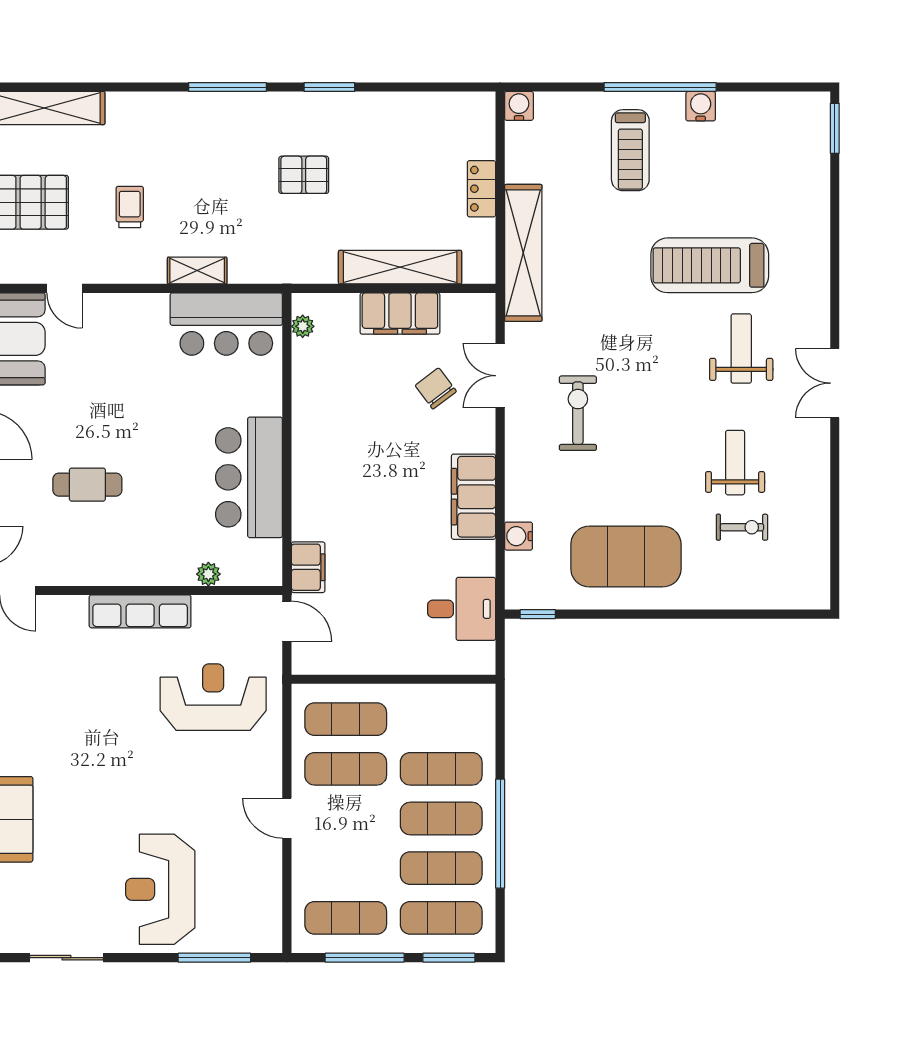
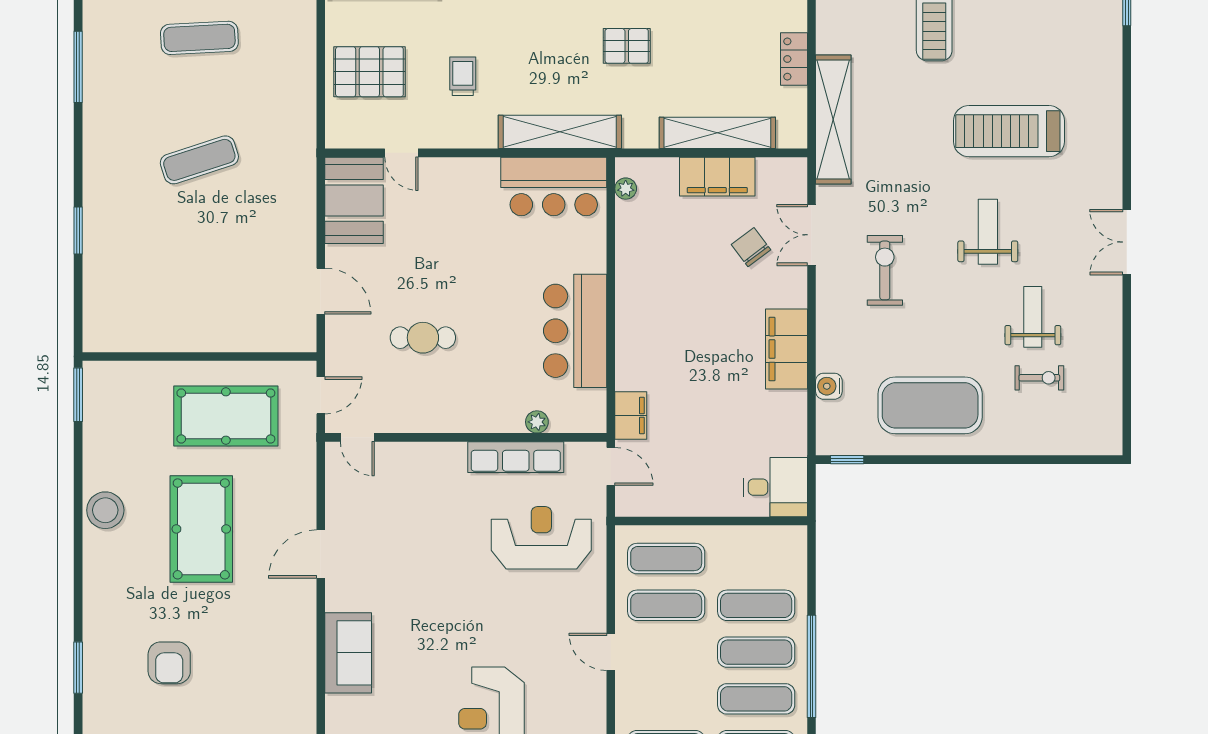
shelving: (197, 271) -> (560, 132), width x2.20, depth x1.33
weight bench: (741, 349) -> (988, 232), moved
desk: (462, 609) -> (775, 487), moved
row of seats: (140, 611) -> (516, 457), moved

